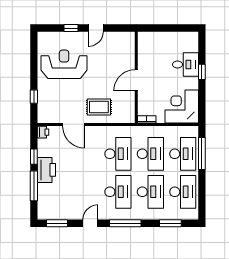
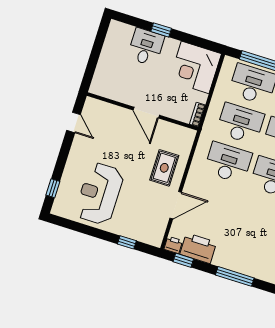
window: (71, 28) -> (53, 188), moved
door: (96, 28) -> (74, 122), moved
window: (34, 157) -> (183, 260), moved
printer: (46, 170) -> (198, 248), moved

